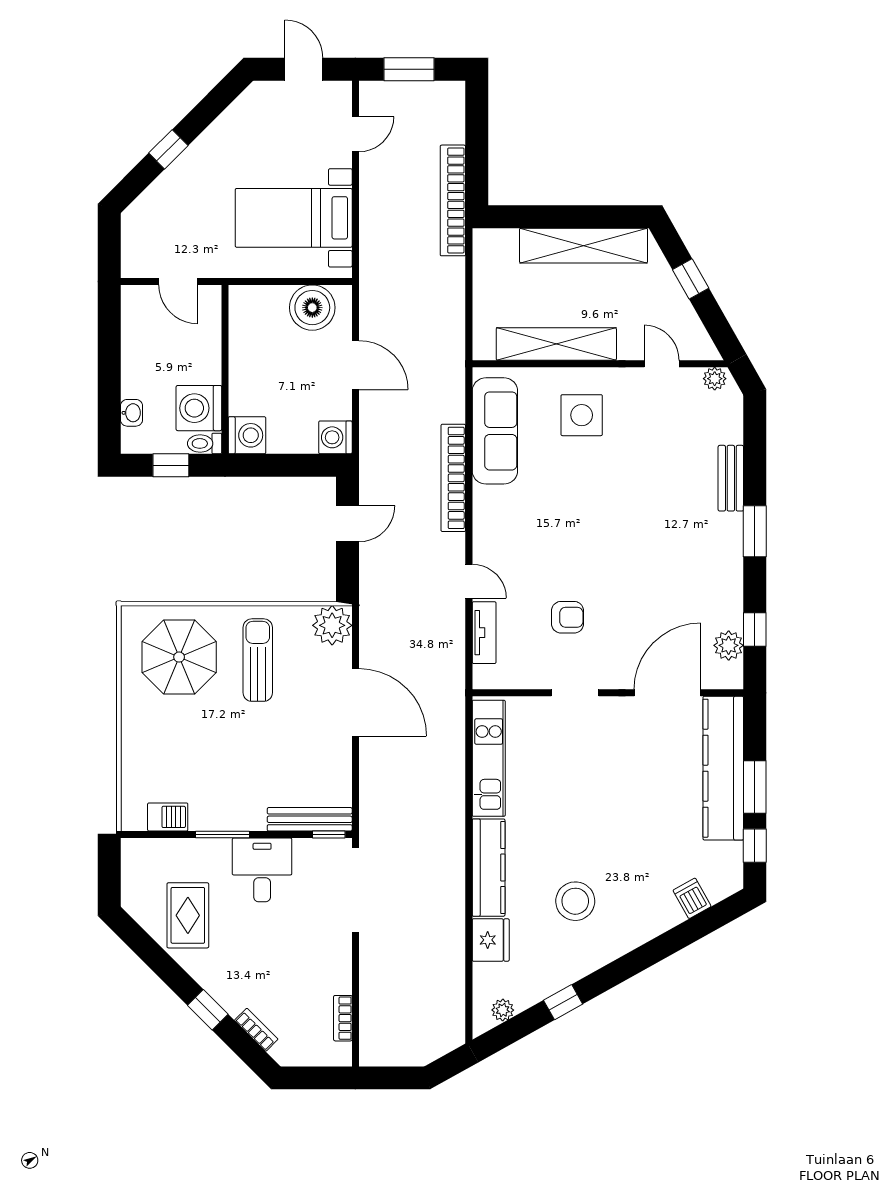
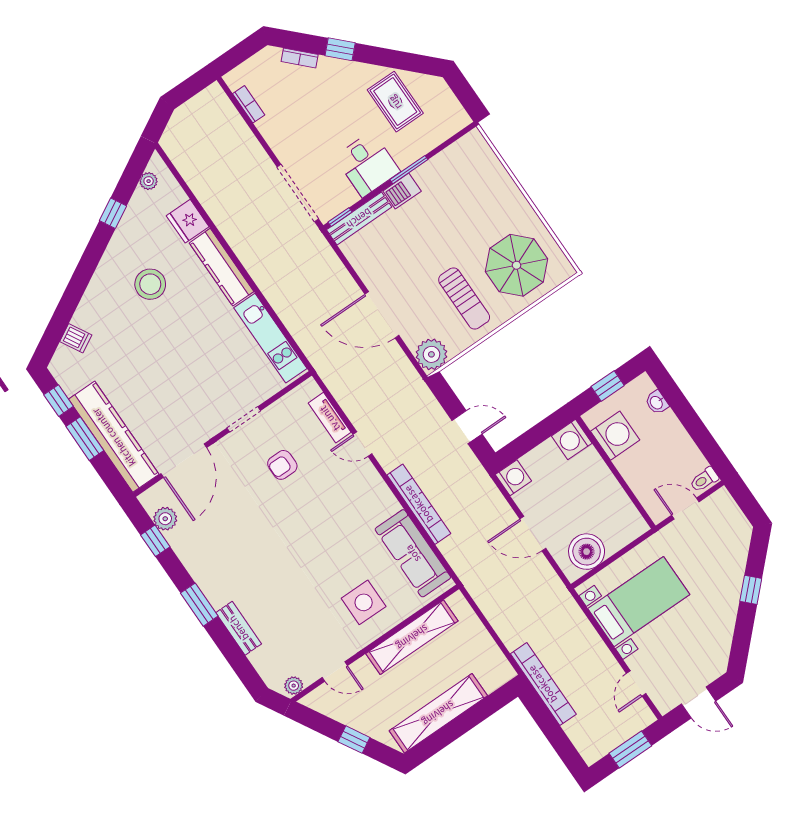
toilet: (205, 443) -> (704, 480), moved, turned 180
door: (347, 524) -> (467, 427), swing flipped
barbecue: (168, 817) -> (402, 191), moved

